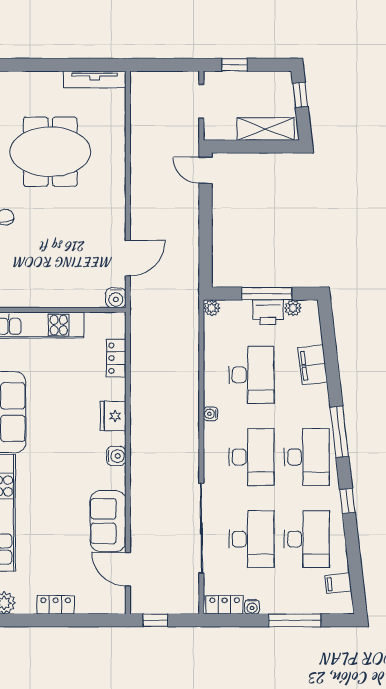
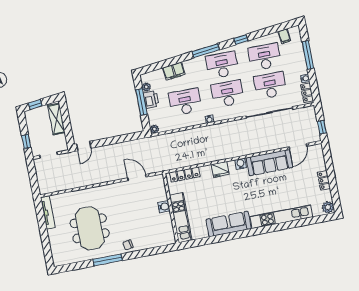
water cooler: (116, 298) -> (164, 207), moved
locker: (116, 358) -> (185, 175), width x1.53
sofa: (108, 521) -> (269, 163), width x1.36

